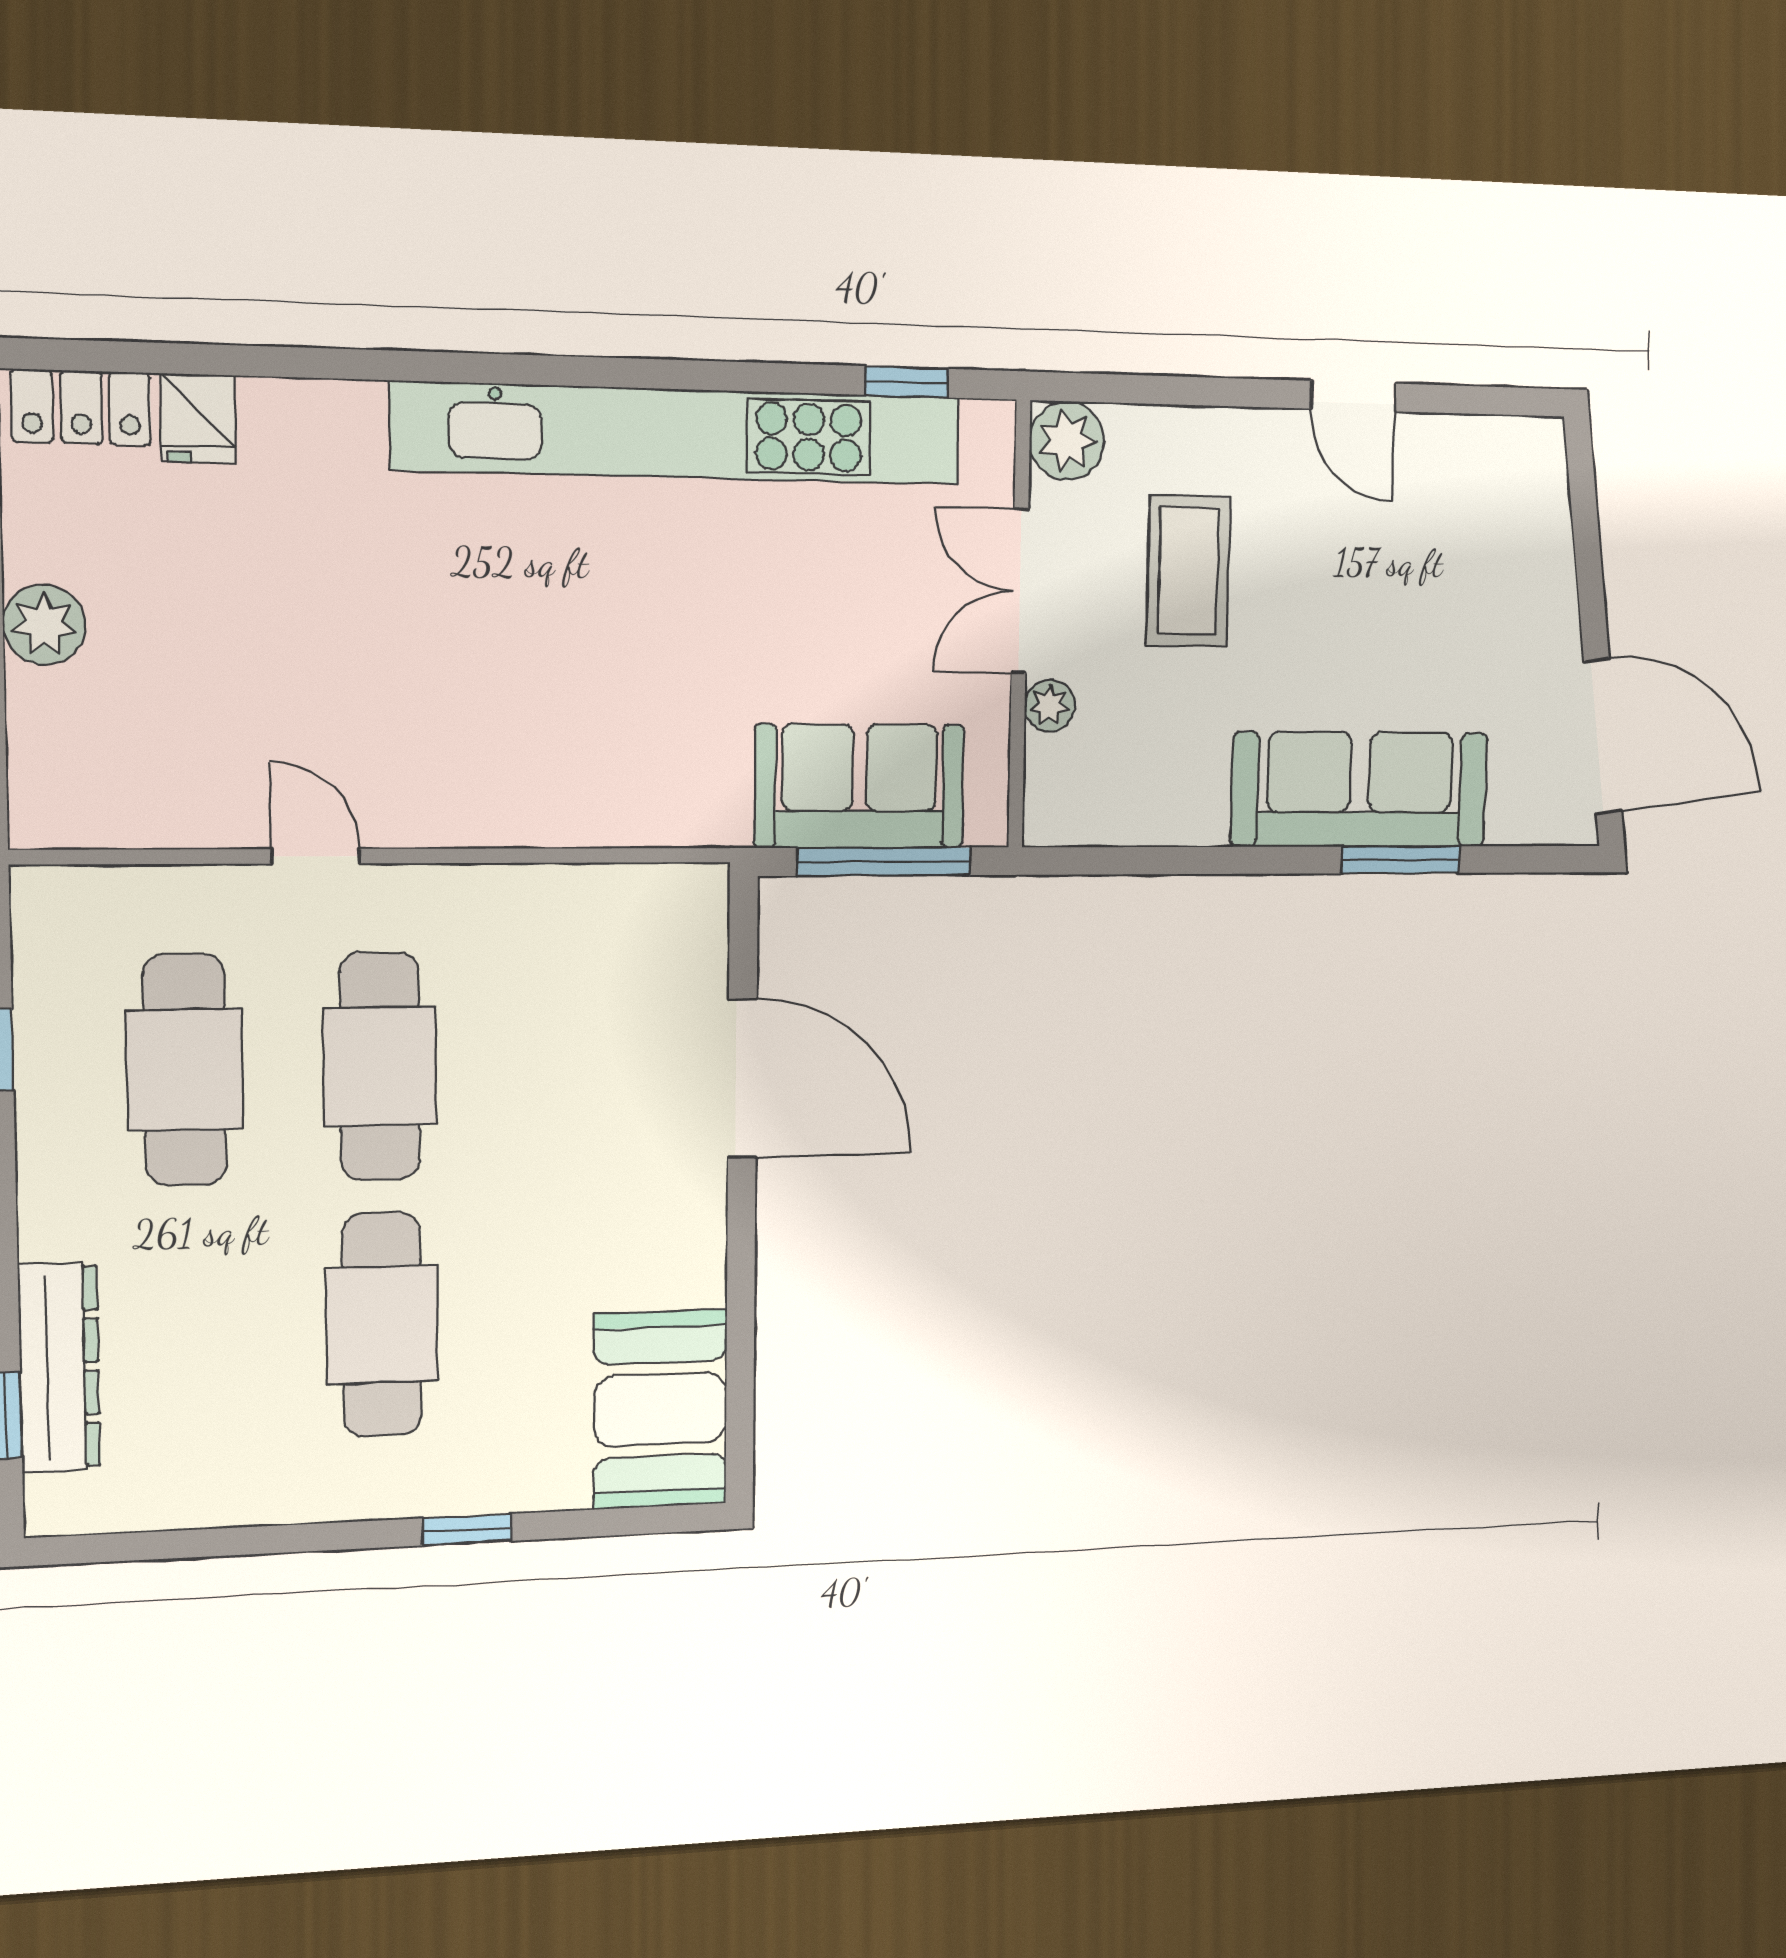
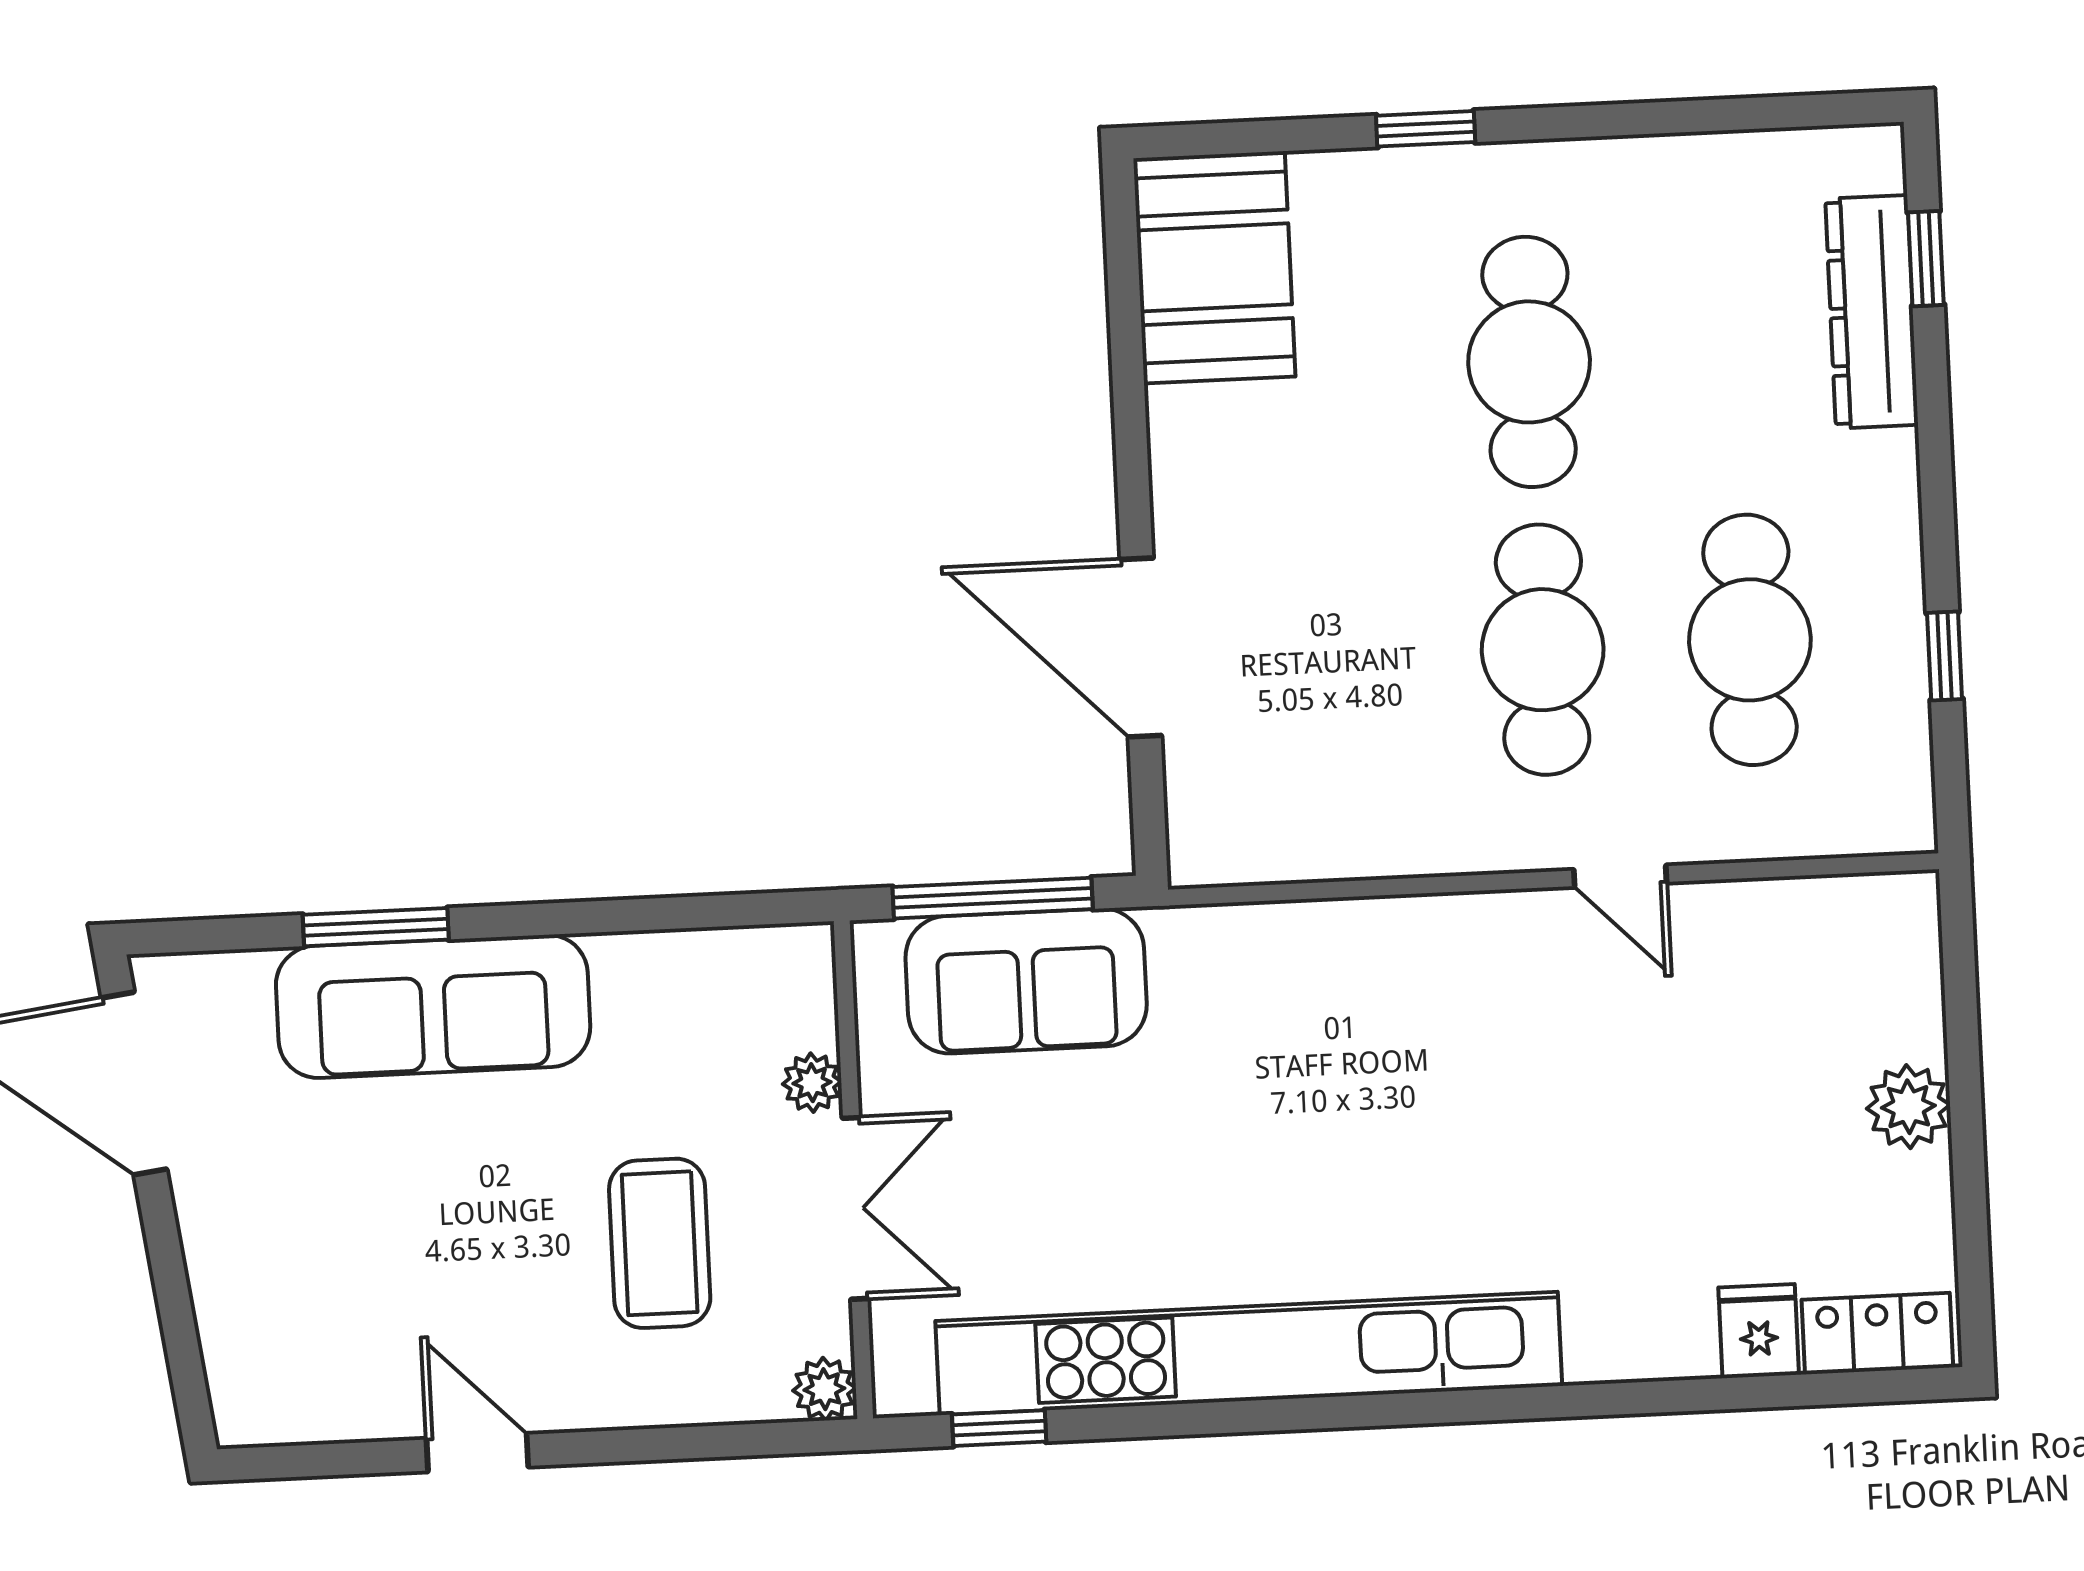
plant: (1067, 441) -> (824, 1389), width x0.73, depth x0.73

